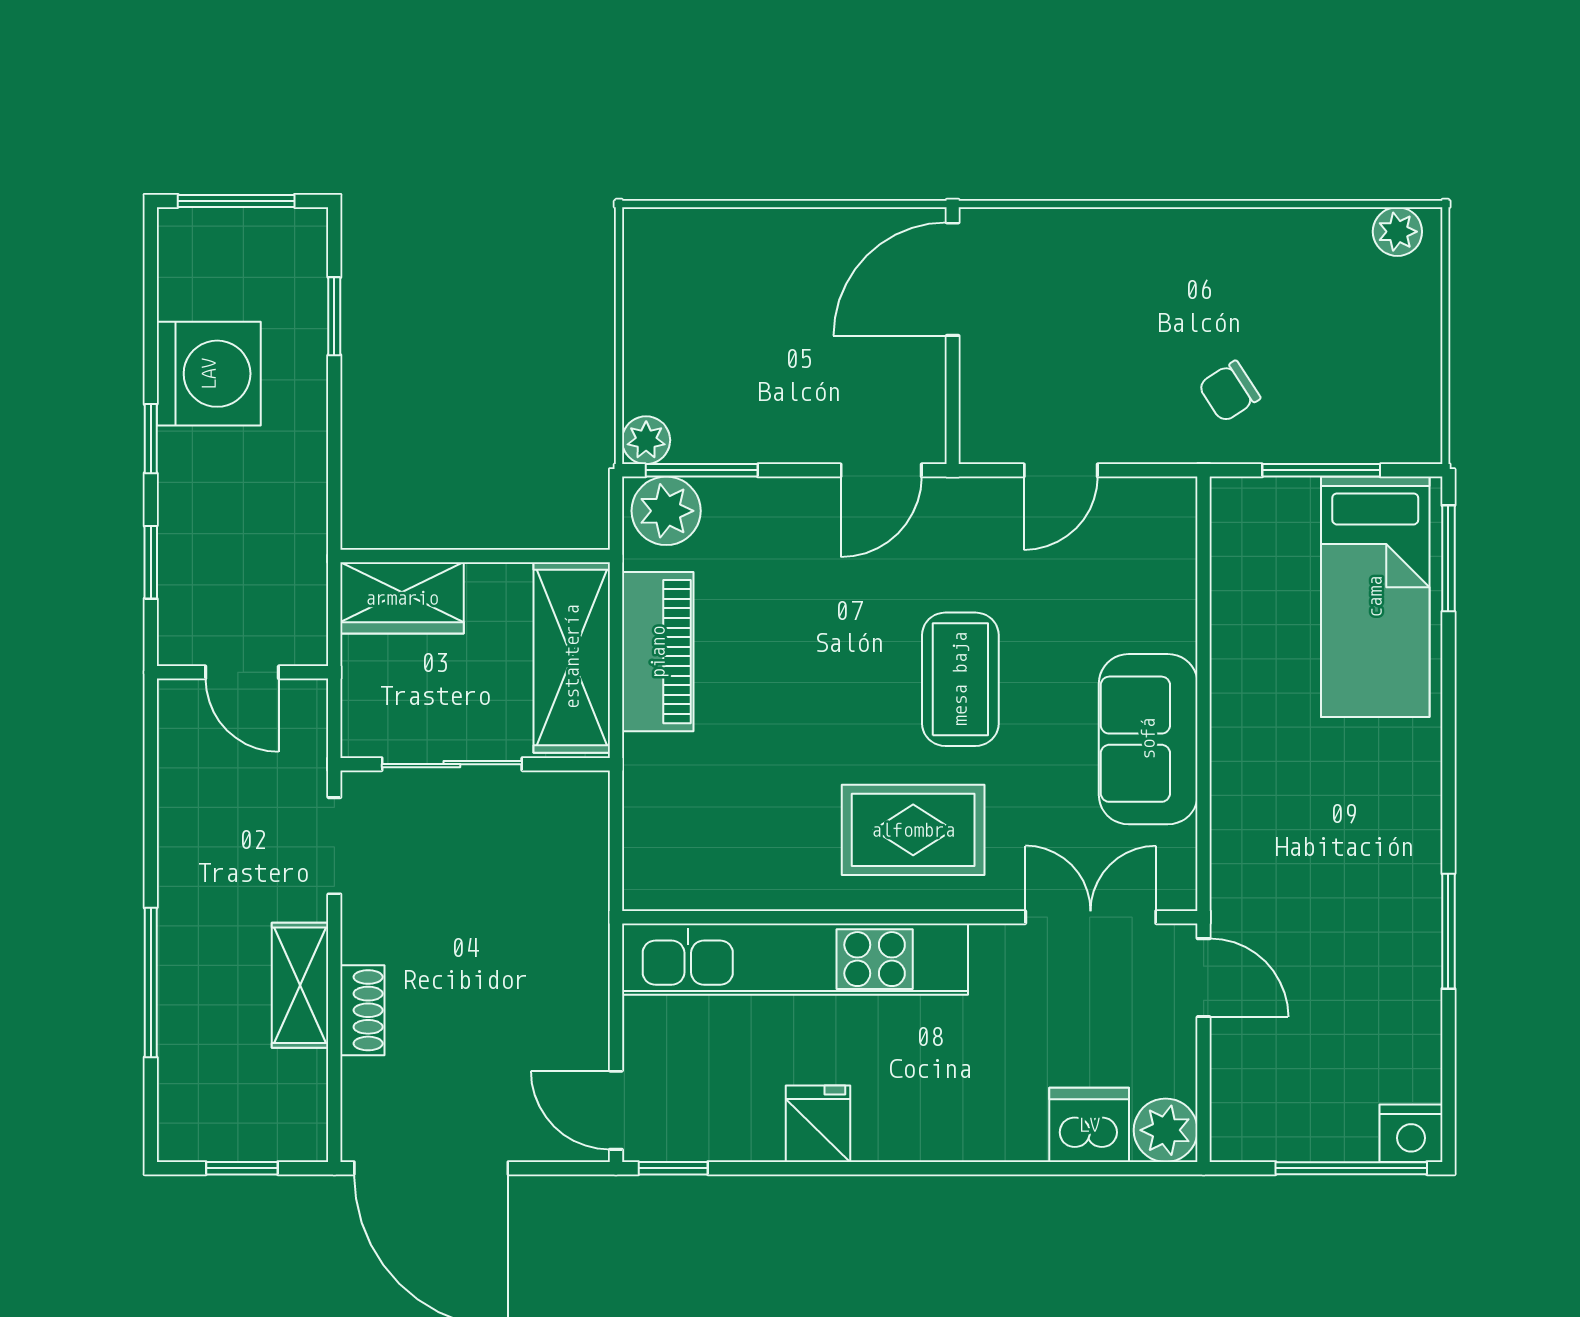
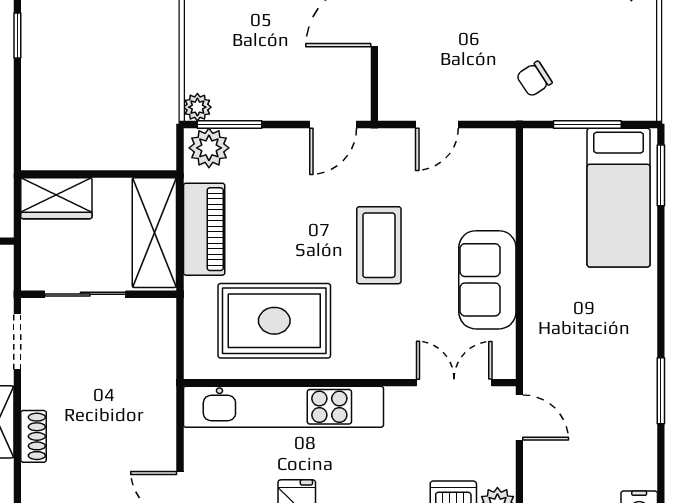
rug: (913, 830) -> (274, 321), moved, width x1.36, depth x1.43

